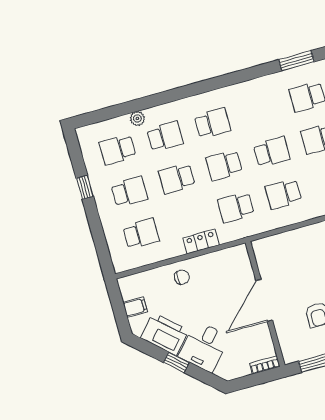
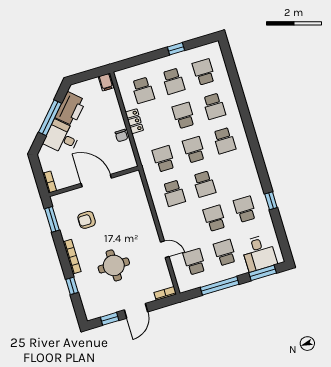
window: (296, 61) -> (271, 201), width x0.67
plant: (137, 118) -> (227, 86), removed
school desk: (283, 194) -> (174, 193), turned 180
locker: (201, 242) -> (134, 121), moved
chair: (182, 277) -> (121, 136), moved
filing cabinet: (135, 307) -> (106, 82), moved
window: (176, 362) -> (50, 118), width x2.17

